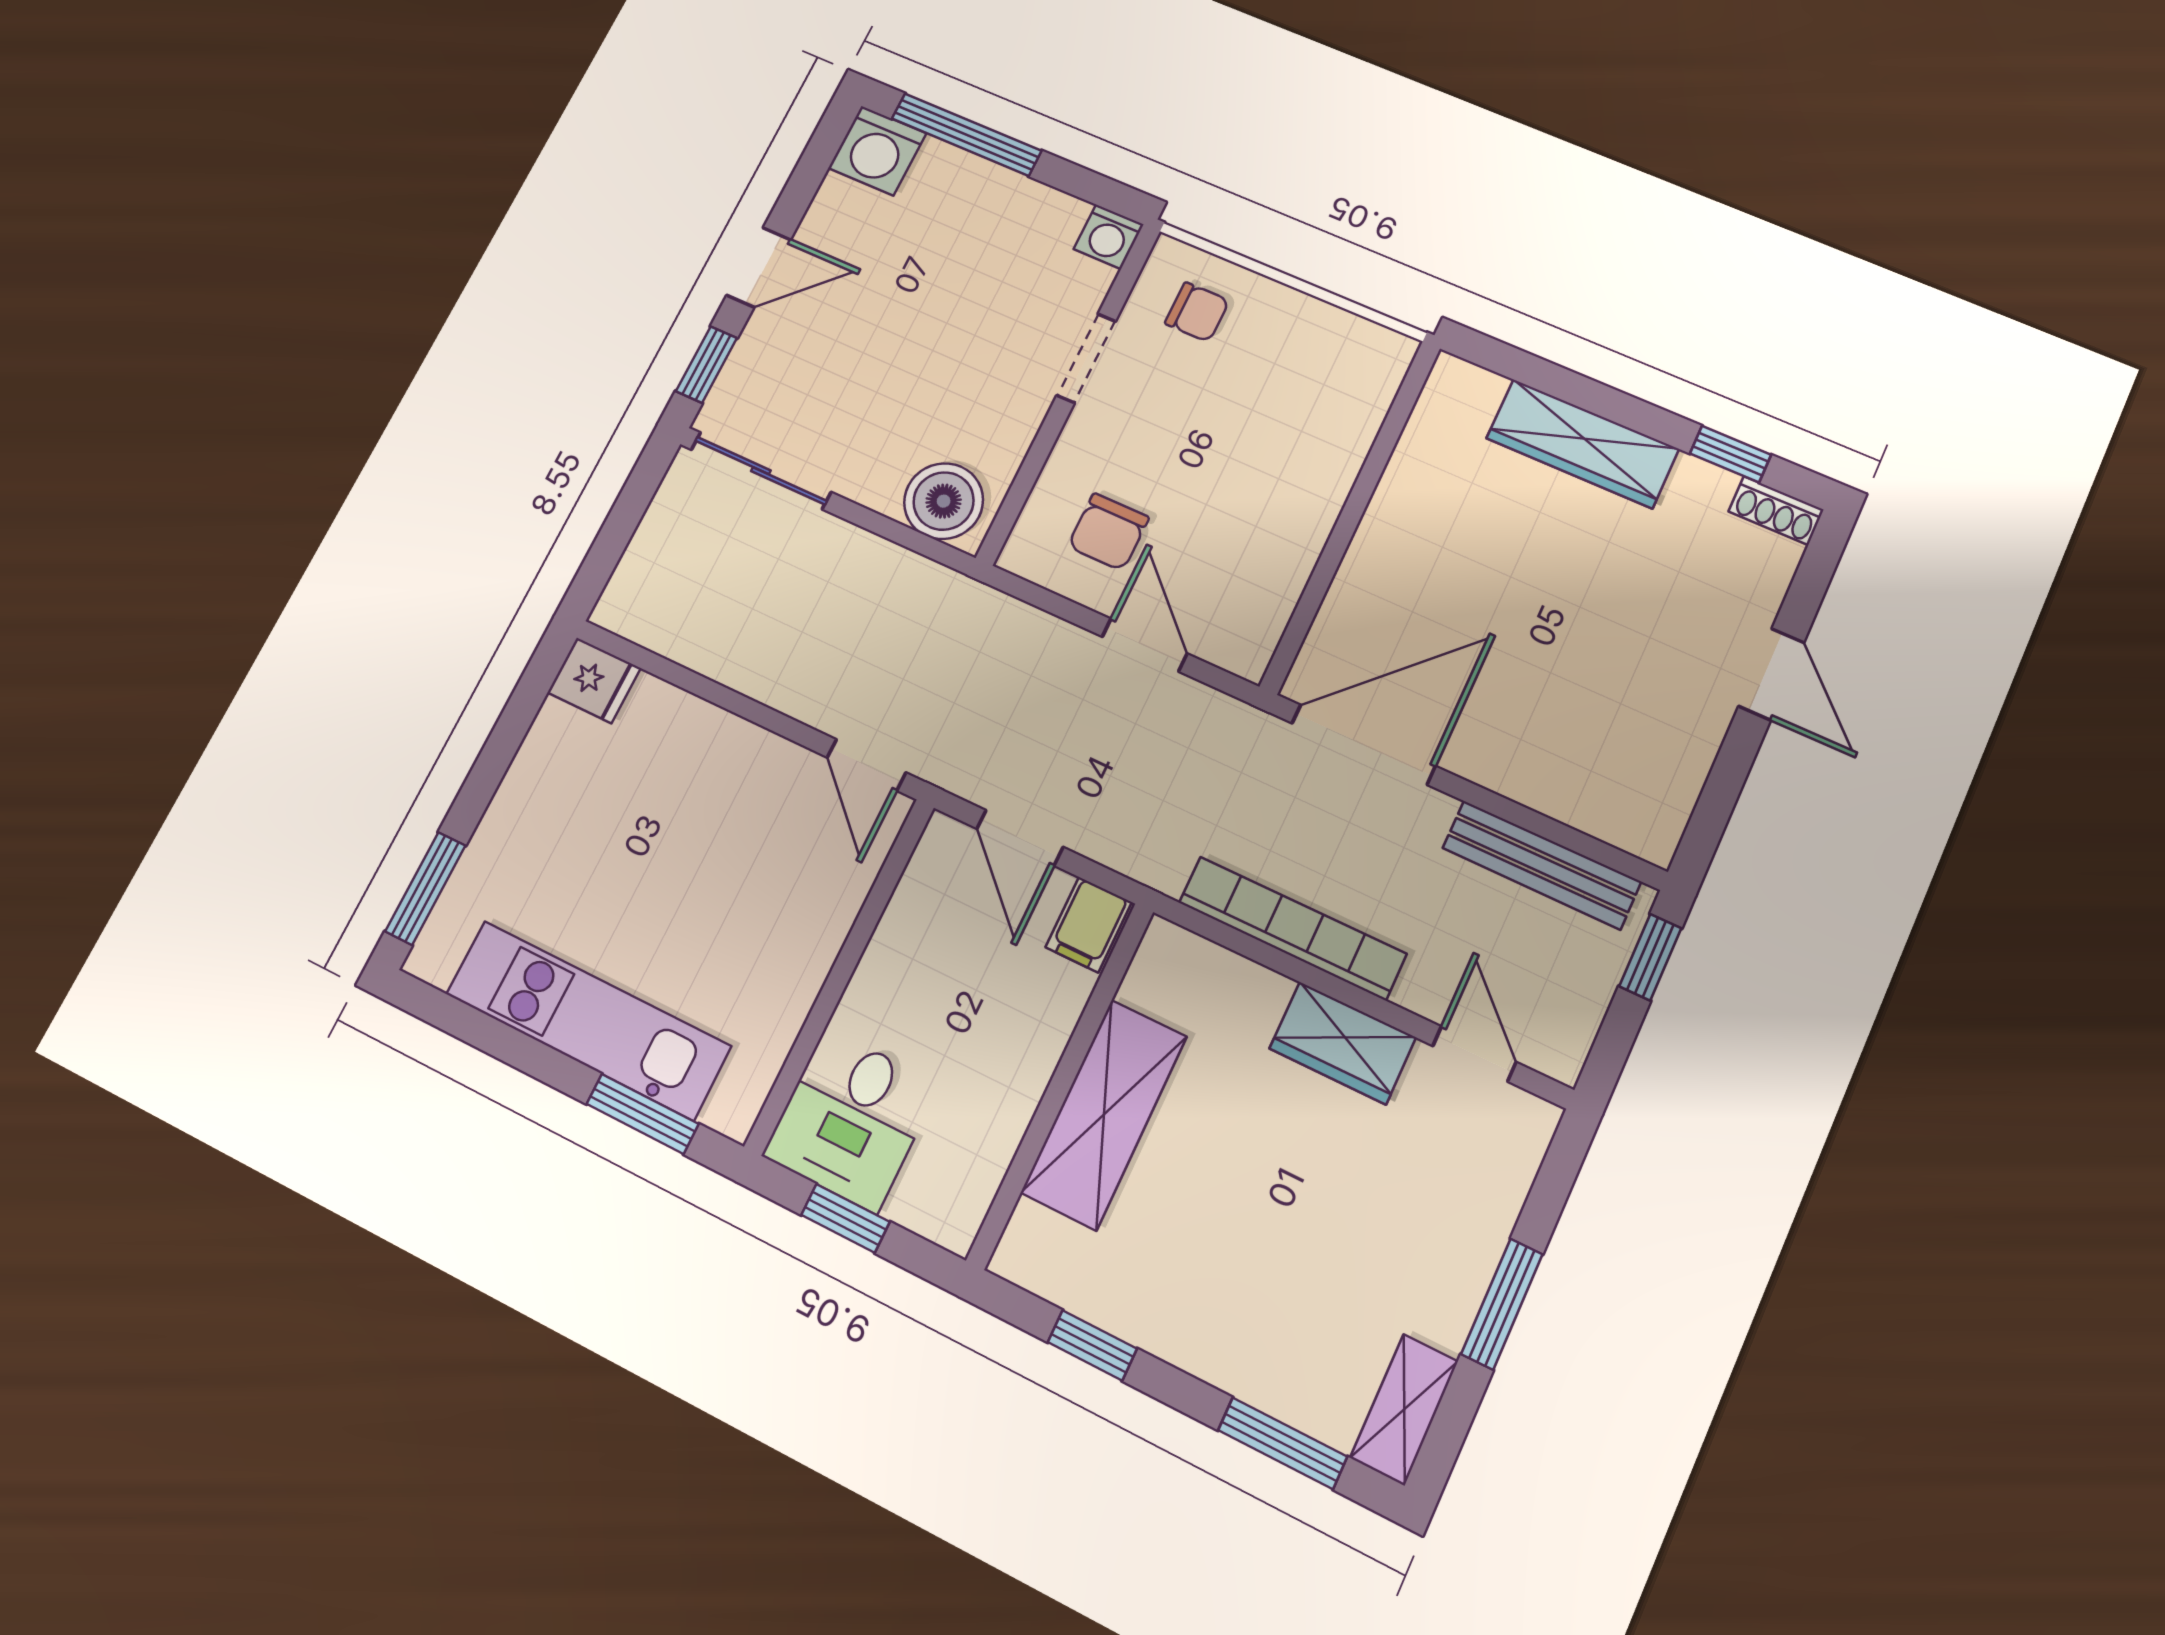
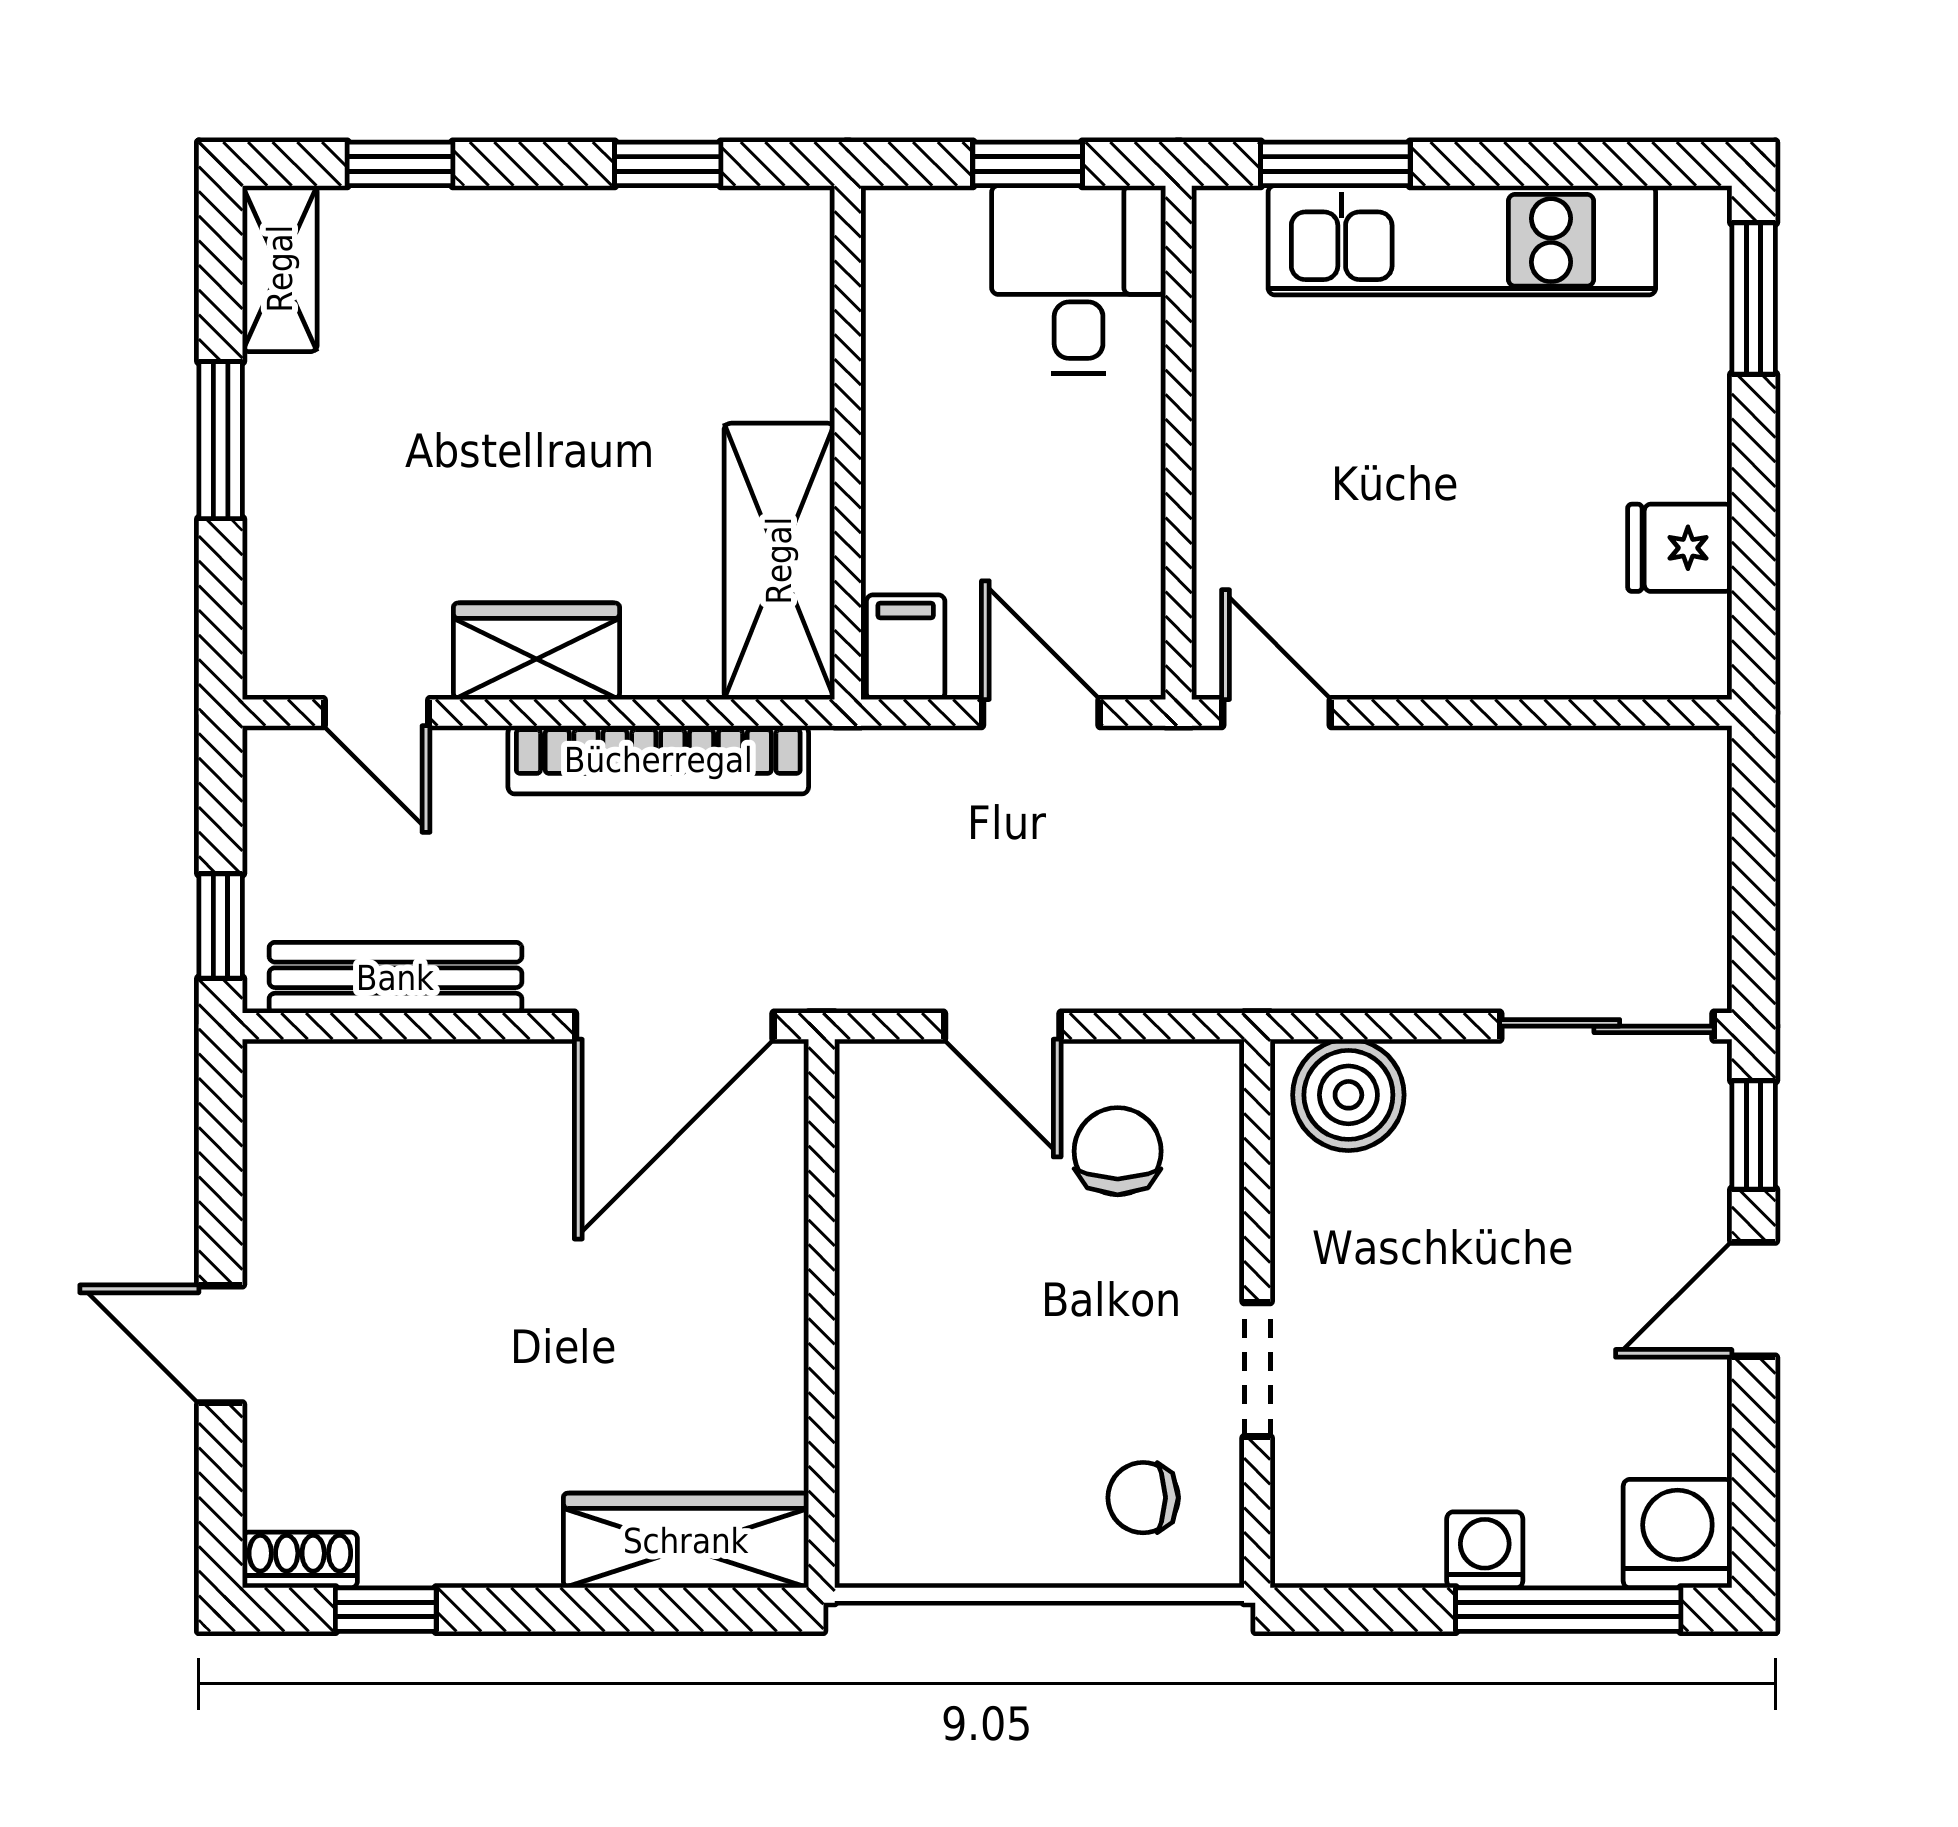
washing machine: (1109, 237) -> (1485, 1550), moved
wardrobe: (1582, 444) -> (686, 1541), moved
fridge: (594, 680) -> (1680, 548), moved
shelving: (1104, 1114) -> (779, 561), moved
window: (1283, 1443) -> (400, 164), width x0.67

